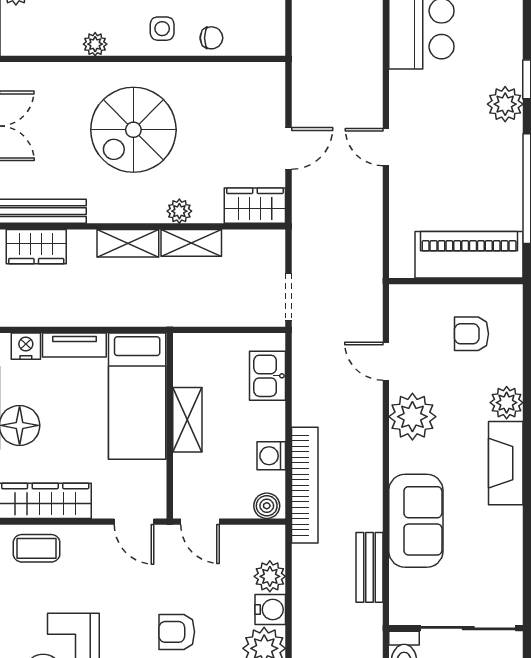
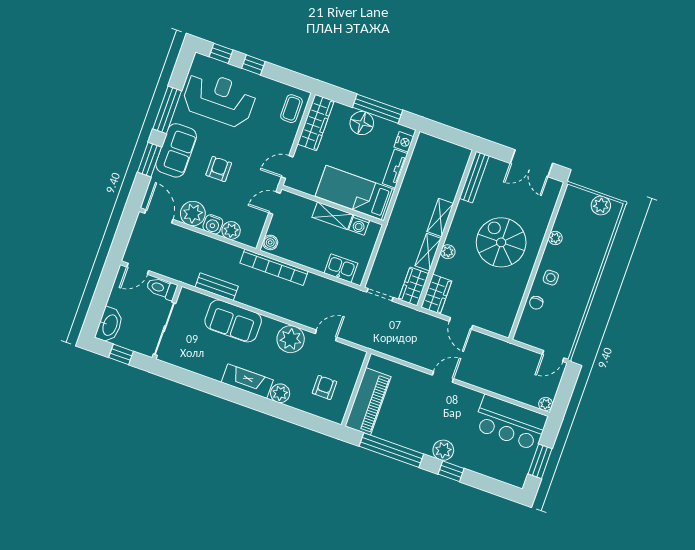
wardrobe: (36, 247) -> (414, 286), moved
washing machine: (271, 456) -> (359, 225), moved, turned 180

